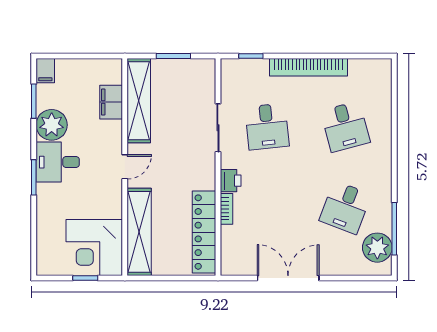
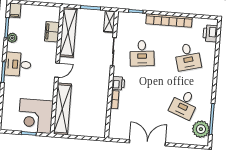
shelving: (207, 77) -> (109, 21), added
printer: (380, 84) -> (210, 33), added
plant: (52, 125) -> (12, 38), width x0.53, depth x0.53
locker: (204, 232) -> (100, 112), removed

